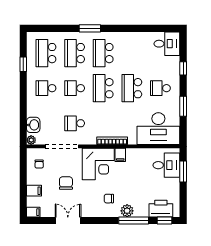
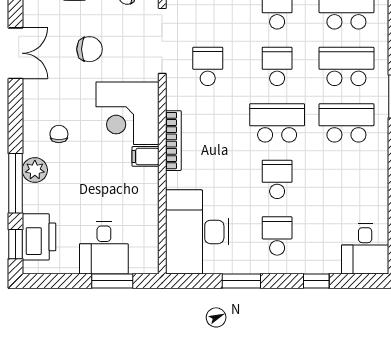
school desk: (132, 88) -> (277, 179), width x0.54
desk: (166, 165) -> (104, 248), moved

